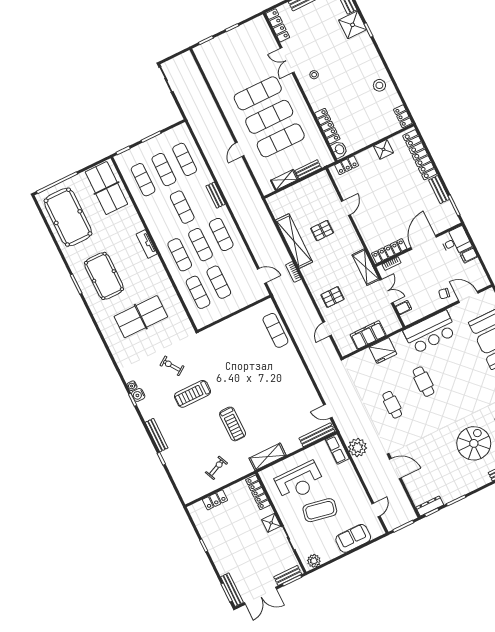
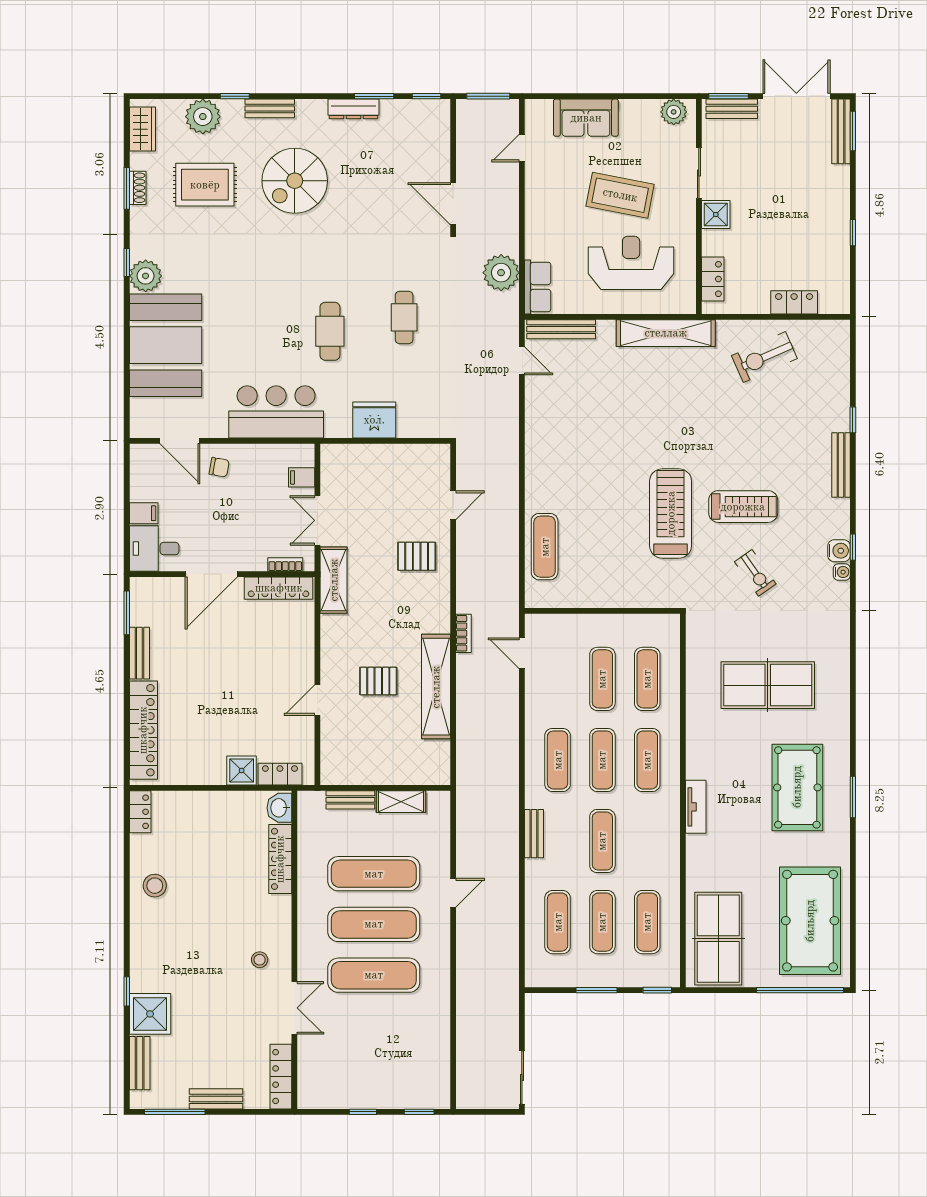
shower: (383, 149) -> (242, 770), moved
filing cabinet: (368, 335) -> (387, 460), removed
treadmill: (233, 424) -> (671, 513), moved, width x1.37, depth x1.38
shelving: (268, 457) -> (666, 333), width x1.47
exercise bike: (216, 468) -> (764, 357), width x1.38, depth x1.39
locker: (258, 492) -> (713, 279), width x0.66
dresser: (430, 506) -> (354, 109), moved

